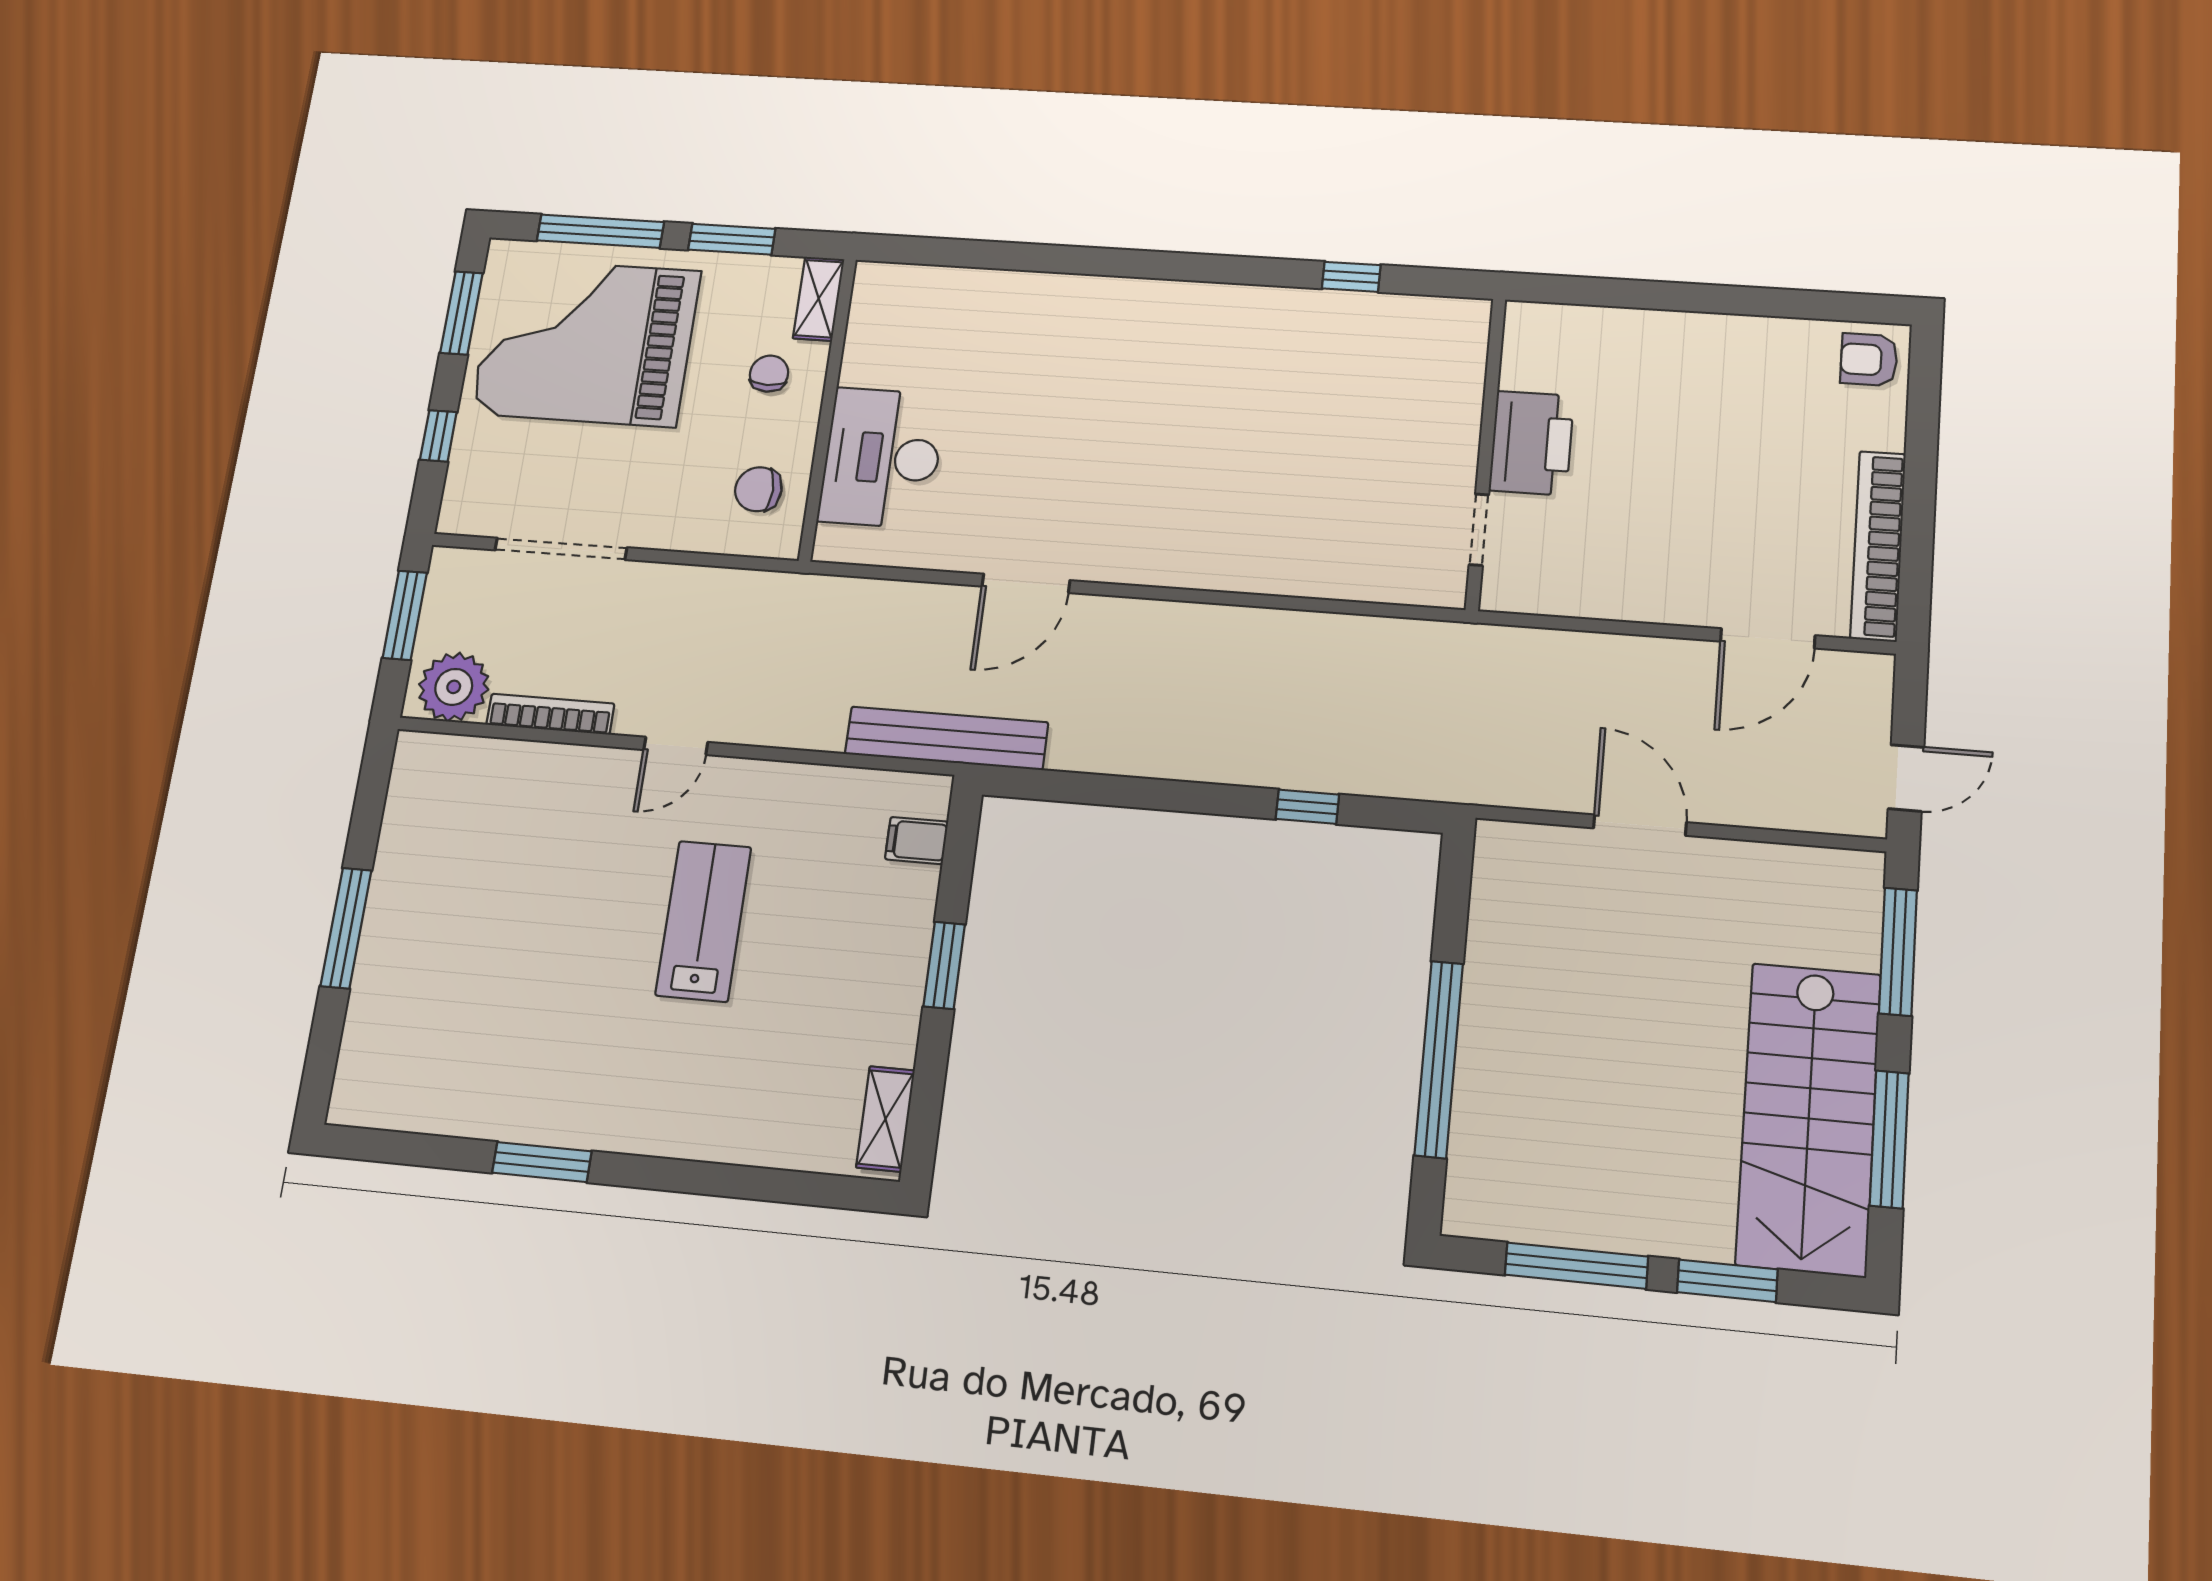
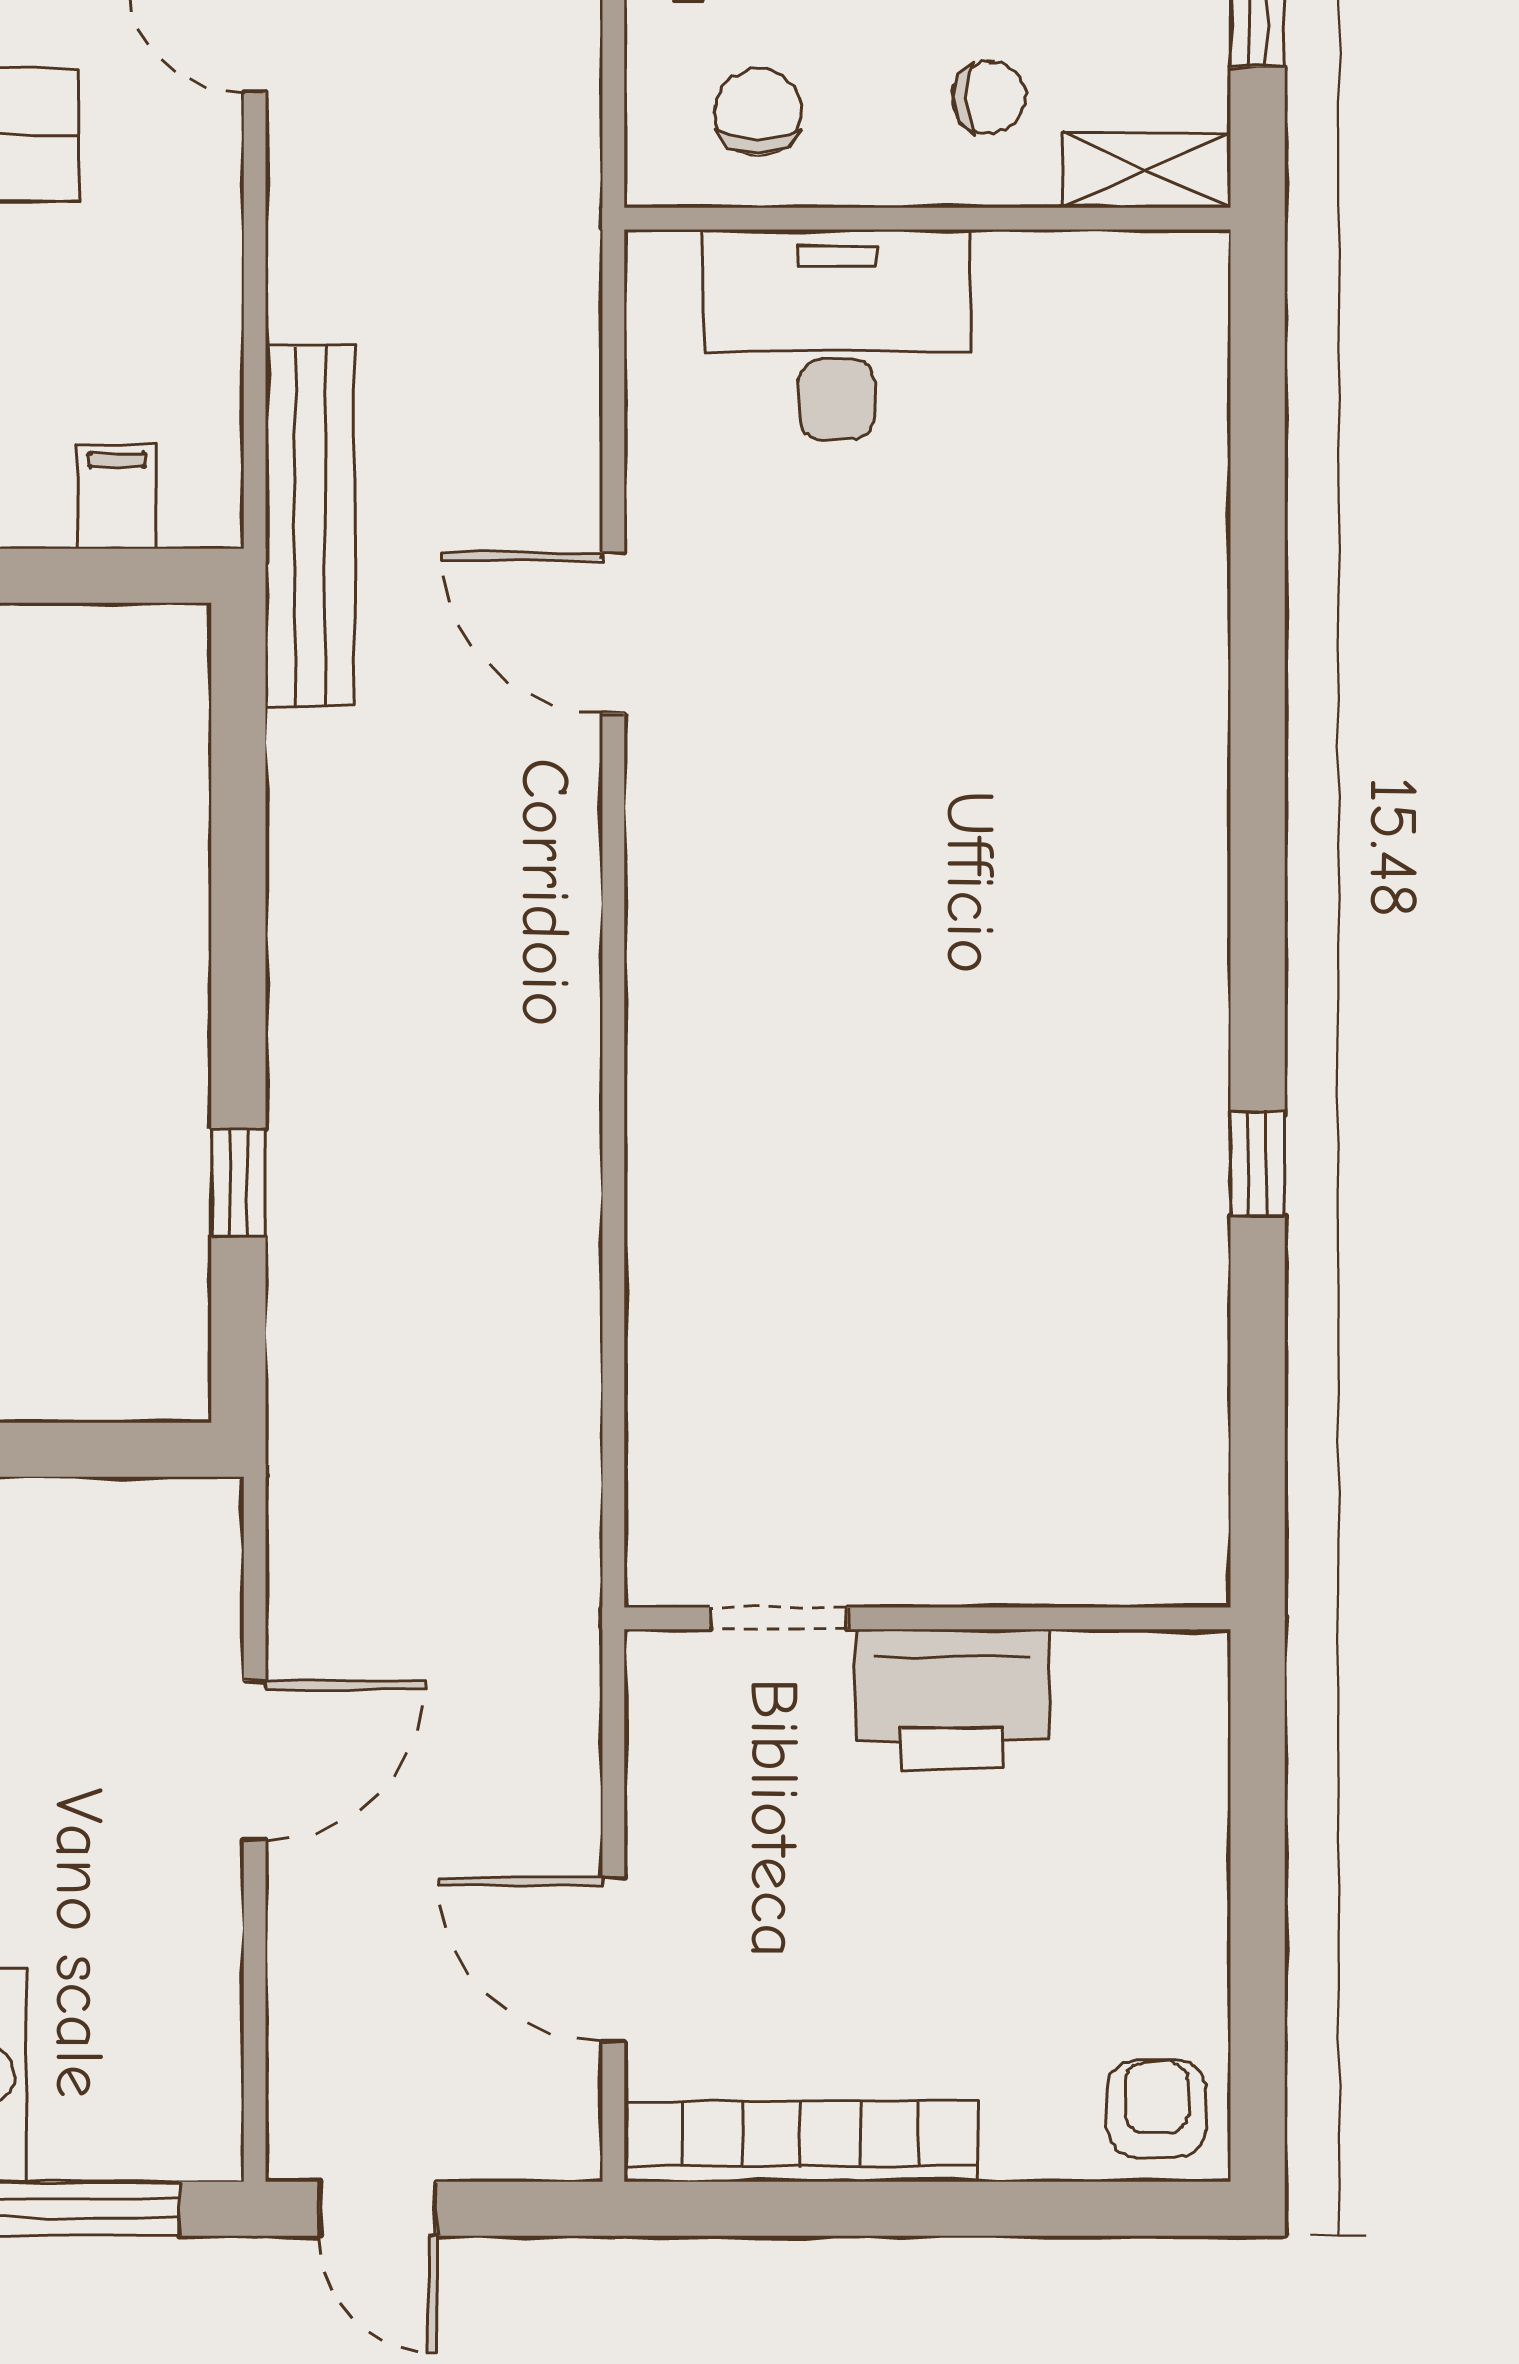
printer: (1531, 443) -> (952, 1699), moved
wall: (1486, 453) -> (927, 1618), moved
doorway: (1479, 530) -> (779, 1618), moved

